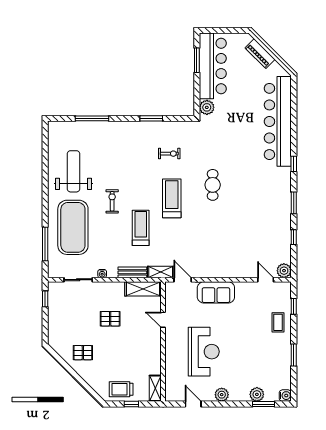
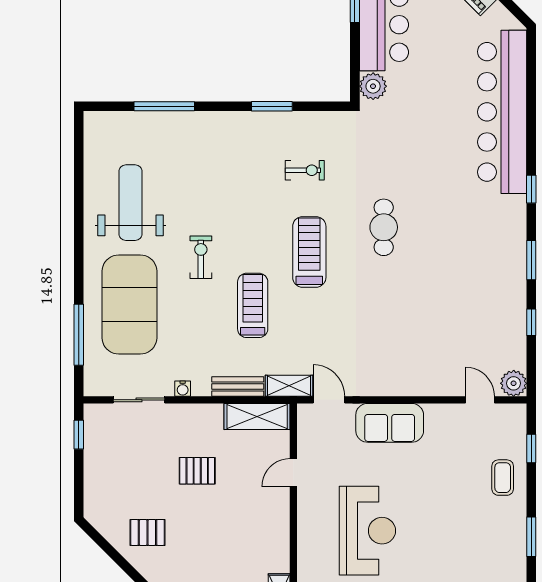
door: (163, 320) -> (293, 473), hinge flipped

